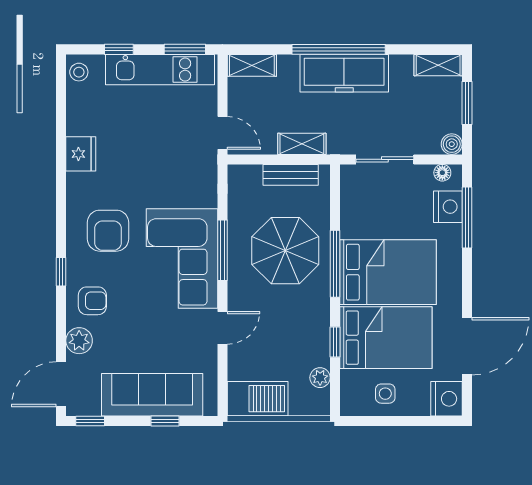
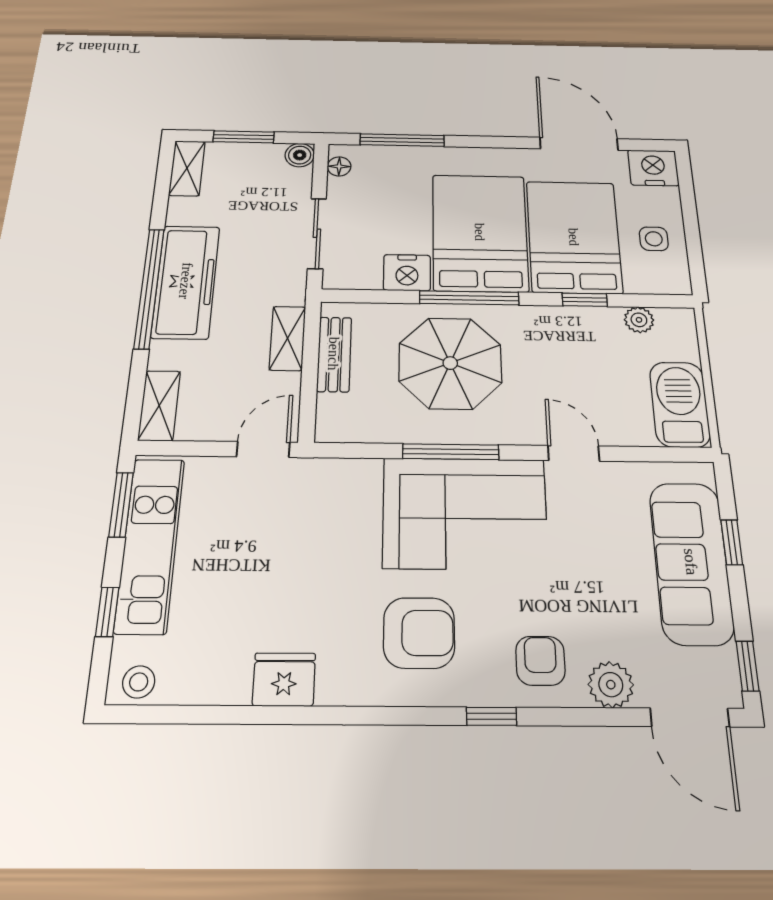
nightstand: (448, 207) -> (407, 273), moved, turned 180

